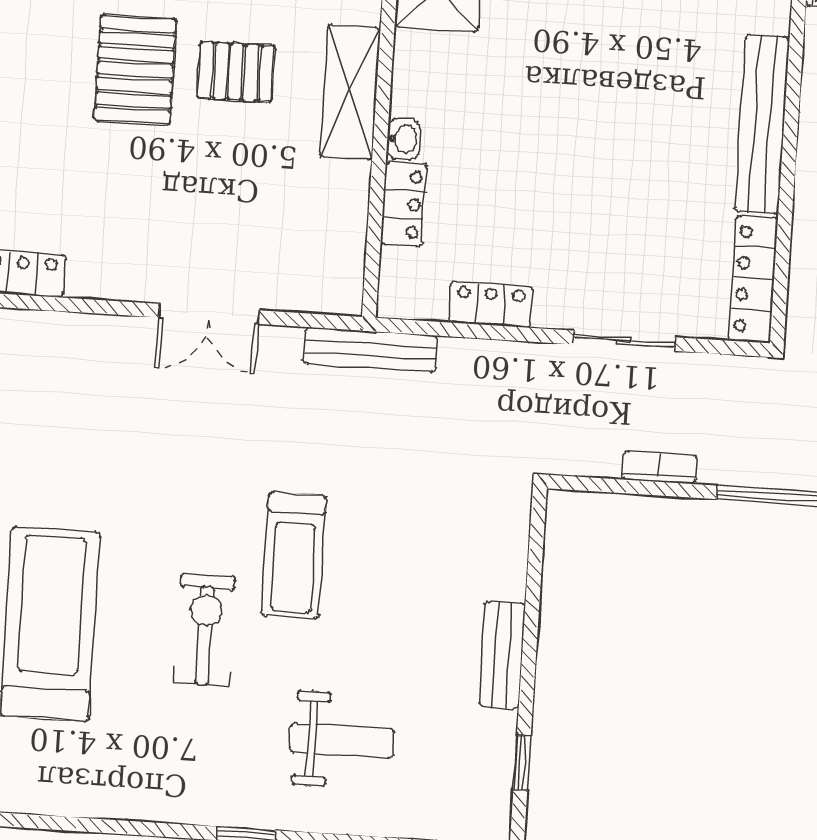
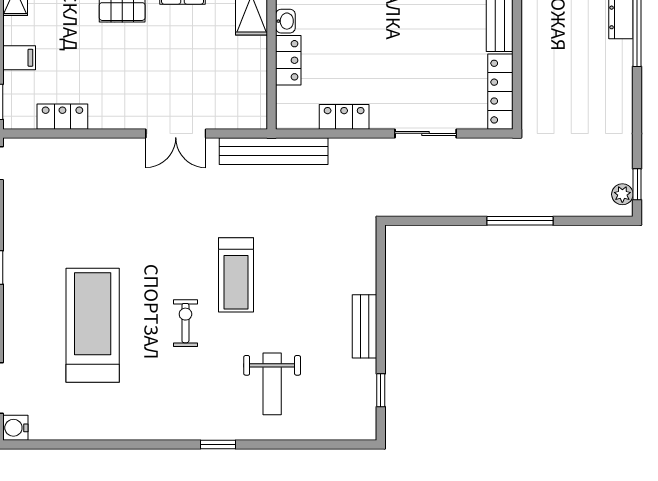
bench: (370, 350) -> (274, 151), width x1.37, depth x1.21
bookcase: (659, 467) -> (452, 208), removed
exercise bike: (205, 630) -> (185, 323), width x0.73, depth x0.72
weight bench: (342, 741) -> (272, 384), turned 90

